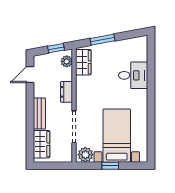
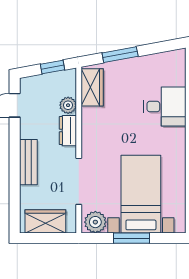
plant: (67, 61) -> (68, 105), moved
wardrobe: (41, 144) -> (45, 221), moved, turned -90
window: (110, 166) -> (131, 238), width x1.50

